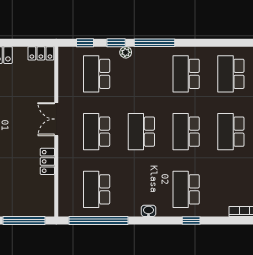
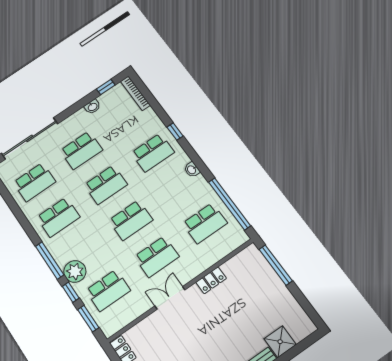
window: (85, 43) -> (88, 319), width x1.50
plant: (126, 52) -> (75, 271), width x1.88, depth x1.88
double door: (56, 119) -> (170, 298), swing flipped

